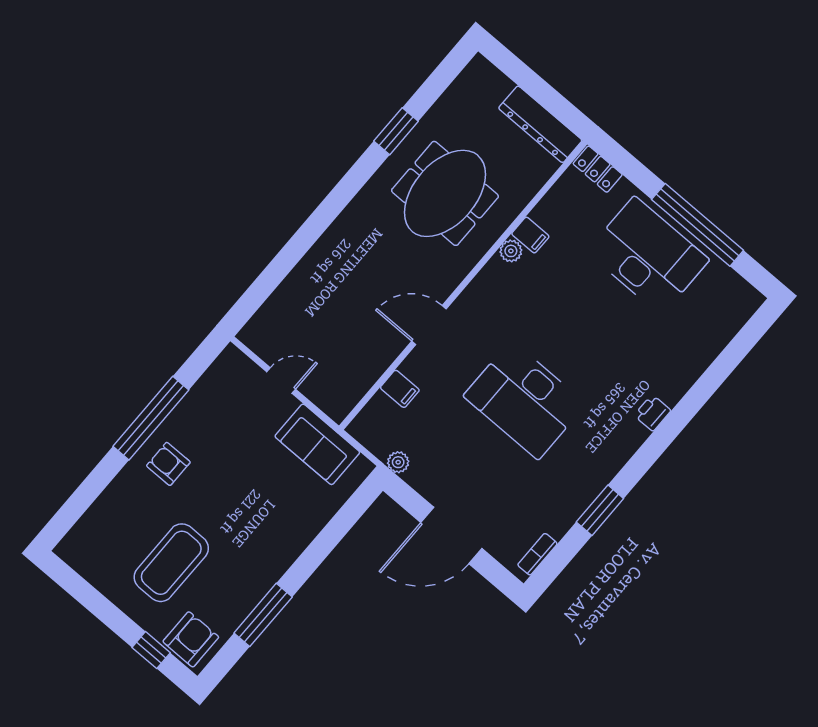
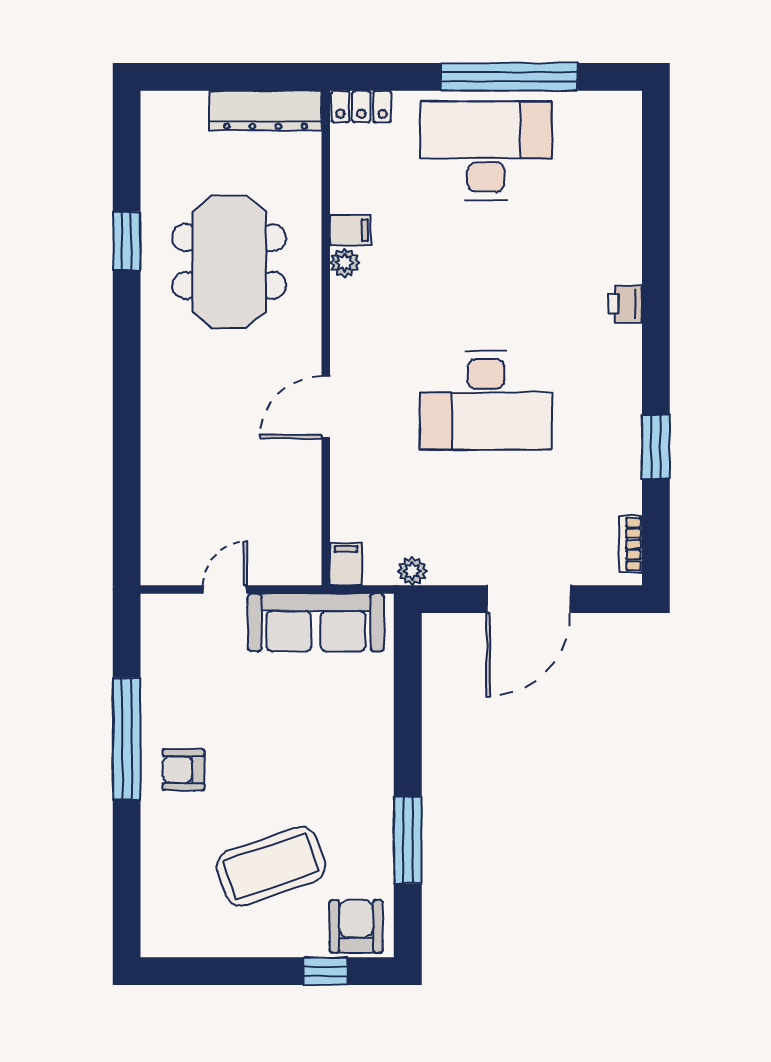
filing cabinet: (400, 389) -> (346, 564), moved, turned -90
sofa: (317, 444) -> (316, 622), width x1.36
coffee table: (171, 563) -> (271, 866), turned 71

